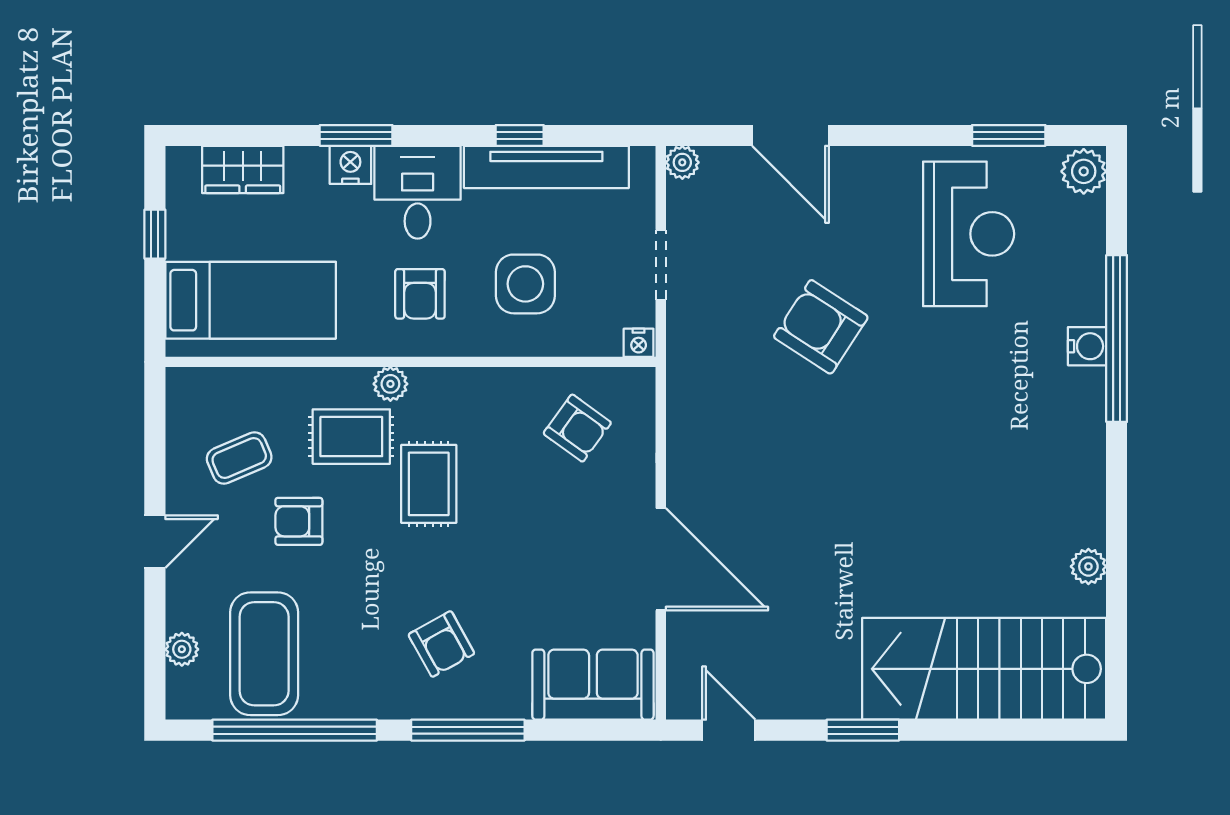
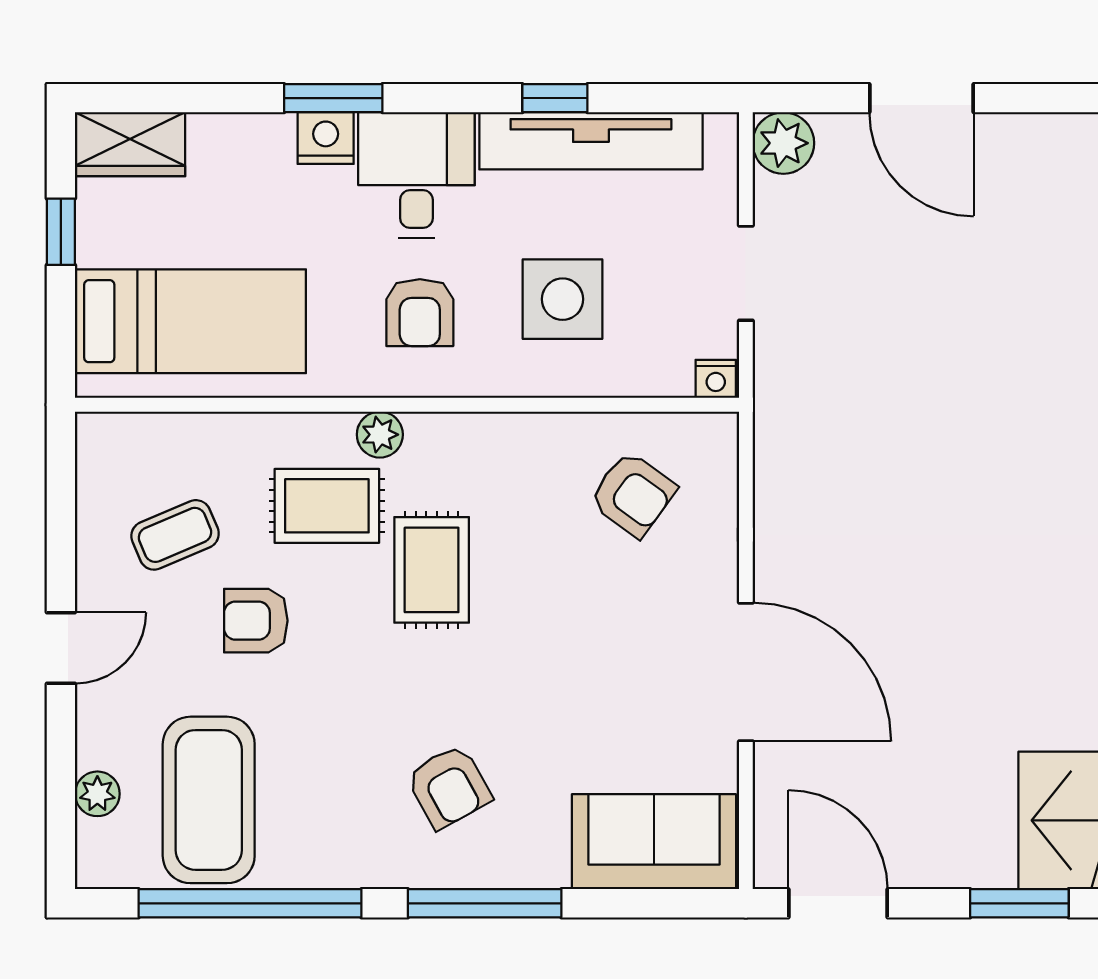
plant: (682, 162) -> (783, 143), width x1.38, depth x1.38
wardrobe: (243, 169) -> (130, 144), moved
armchair: (821, 327) -> (963, 357), removed
door: (729, 730) -> (838, 903), width x1.38

